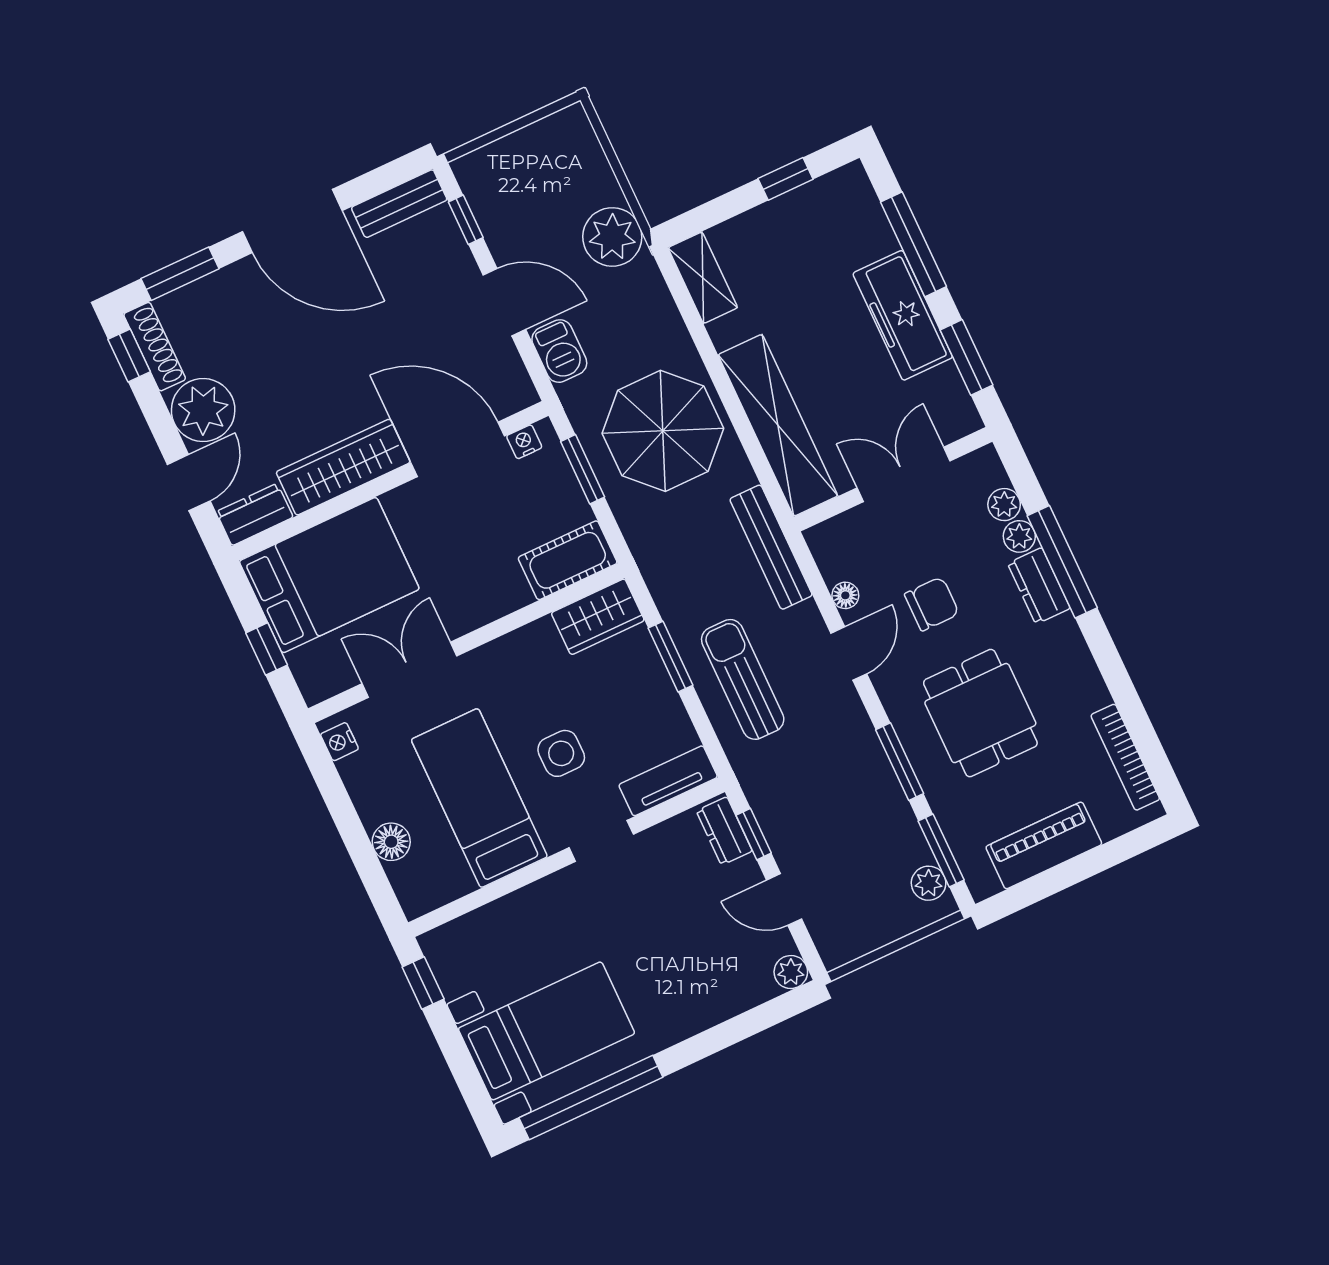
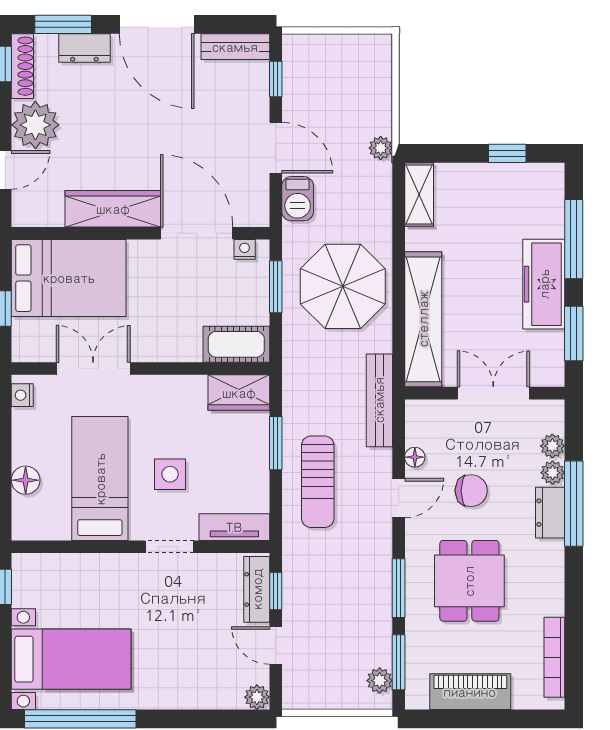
plant: (612, 237) -> (381, 148), width x0.53, depth x0.53
dresser: (255, 514) -> (84, 48), moved, turned 180
sun lounger: (743, 679) -> (318, 482), turned 180
dresser: (724, 831) -> (257, 589), width x1.44

